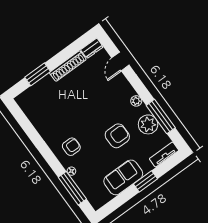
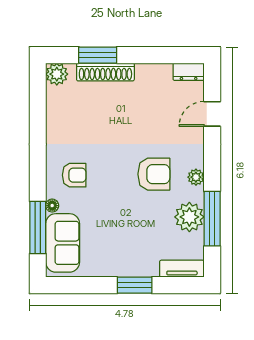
shoe rack: (68, 66) -> (105, 72), moved
plant: (23, 100) -> (57, 74), added
armchair: (117, 136) -> (154, 174), moved
sofa: (123, 177) -> (63, 243), moved, turned 90

